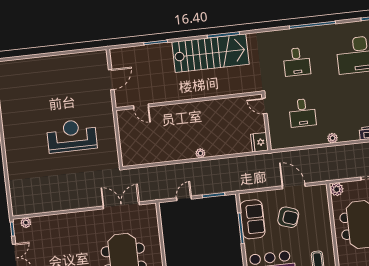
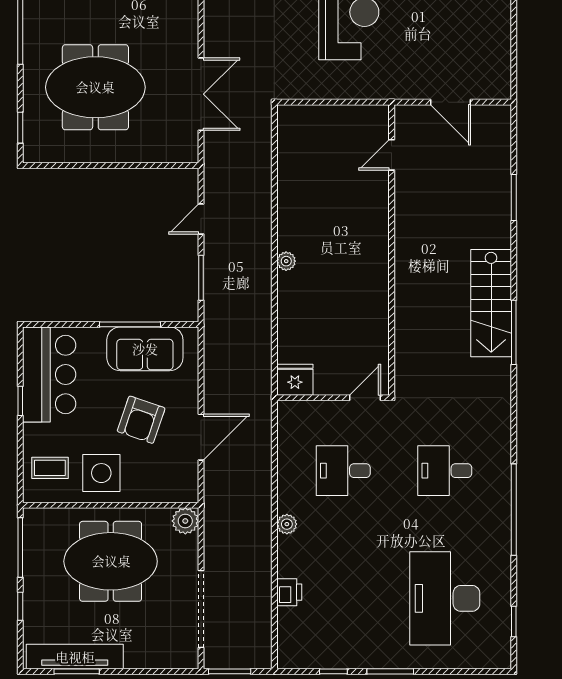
stairs: (210, 53) -> (491, 303), width x0.73, depth x0.66
door: (184, 198) -> (201, 219), swing flipped
side table: (317, 234) -> (101, 473), added

